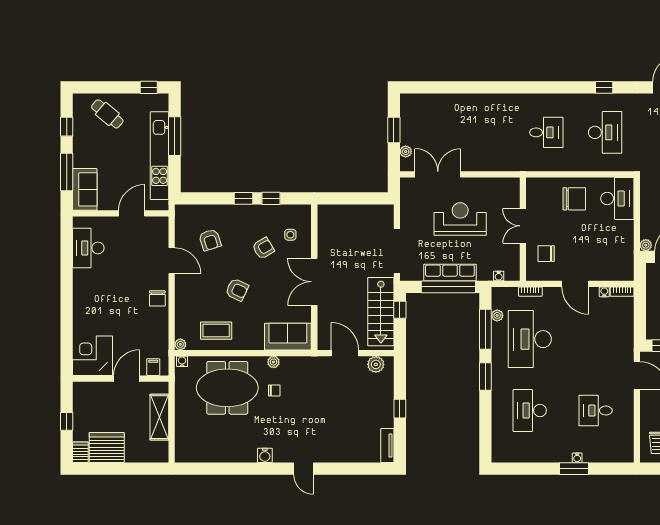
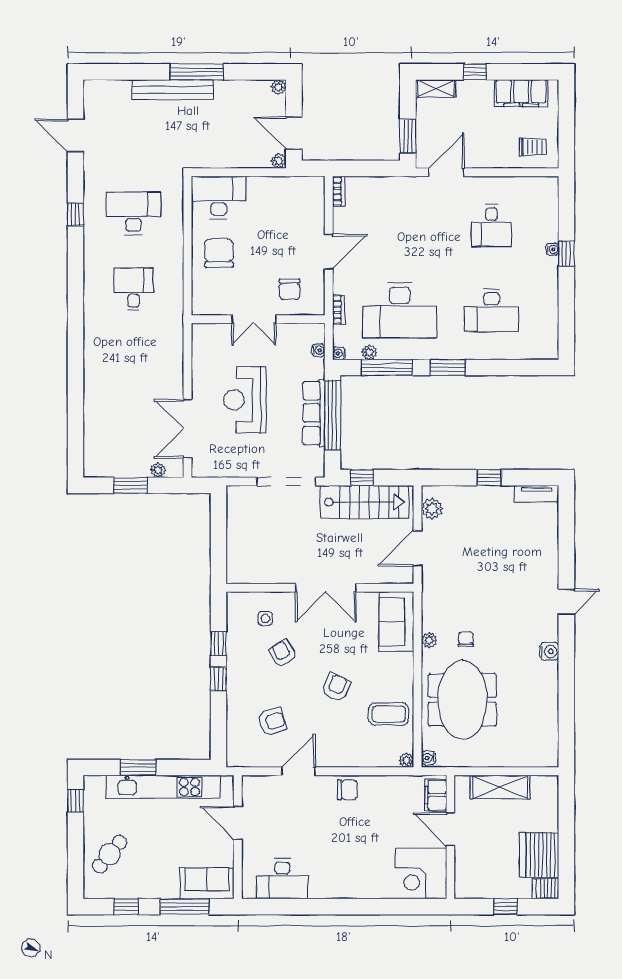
window: (175, 136) -> (138, 767), width x0.69
water cooler: (604, 292) -> (339, 353), moved
coffee table: (216, 331) -> (389, 714), turned 90
filing cabinet: (153, 367) -> (436, 795), width x2.00
window: (574, 469) -> (566, 253), width x0.67

